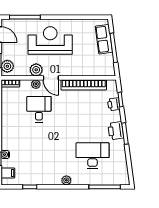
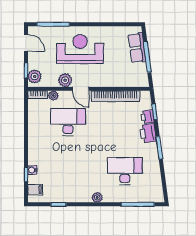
plant: (36, 84) -> (53, 96), moved
desk: (39, 109) -> (68, 122), width x1.37
printer: (116, 131) -> (148, 133), moved

